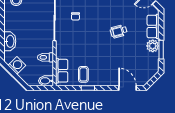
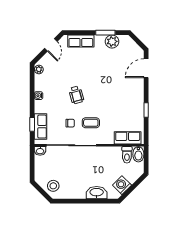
wheelchair: (119, 31) -> (76, 95), moved
plant: (153, 46) -> (112, 41), moved
toilet: (46, 57) -> (127, 155), moved
coffee table: (83, 74) -> (91, 123), moved

